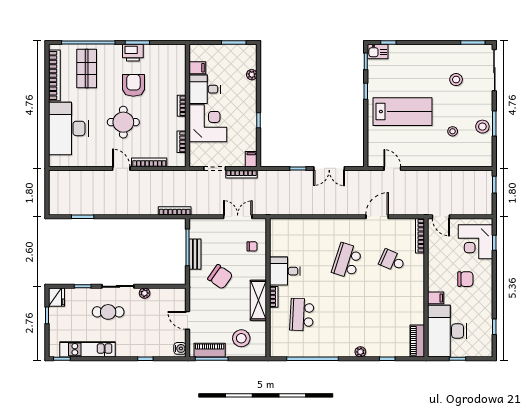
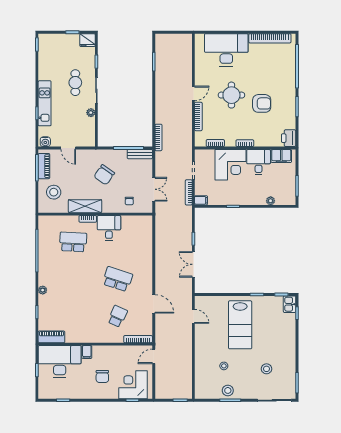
printer: (133, 53) -> (289, 138), moved
filing cabinet: (197, 68) -> (281, 156), width x2.00
shop shelf: (87, 69) -> (276, 65), removed
door: (392, 168) -> (193, 316), hinge flipped
bench: (195, 254) -> (140, 154), moved
door: (188, 320) -> (68, 148), swing flipped
kitchen unit: (87, 349) -> (45, 103), moved

